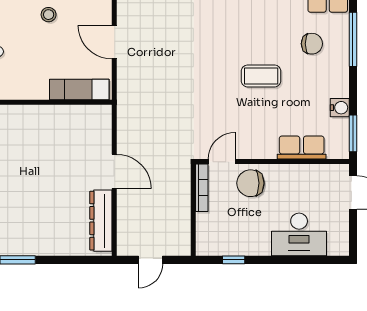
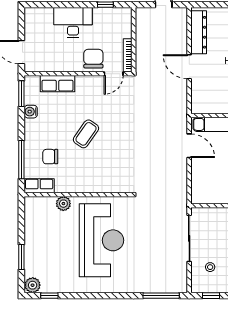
door: (114, 42) -> (189, 146), moved
coffee table: (261, 76) -> (86, 134), turned -55
chair: (250, 183) -> (93, 59), turned -90
desk: (299, 234) -> (73, 22), moved

